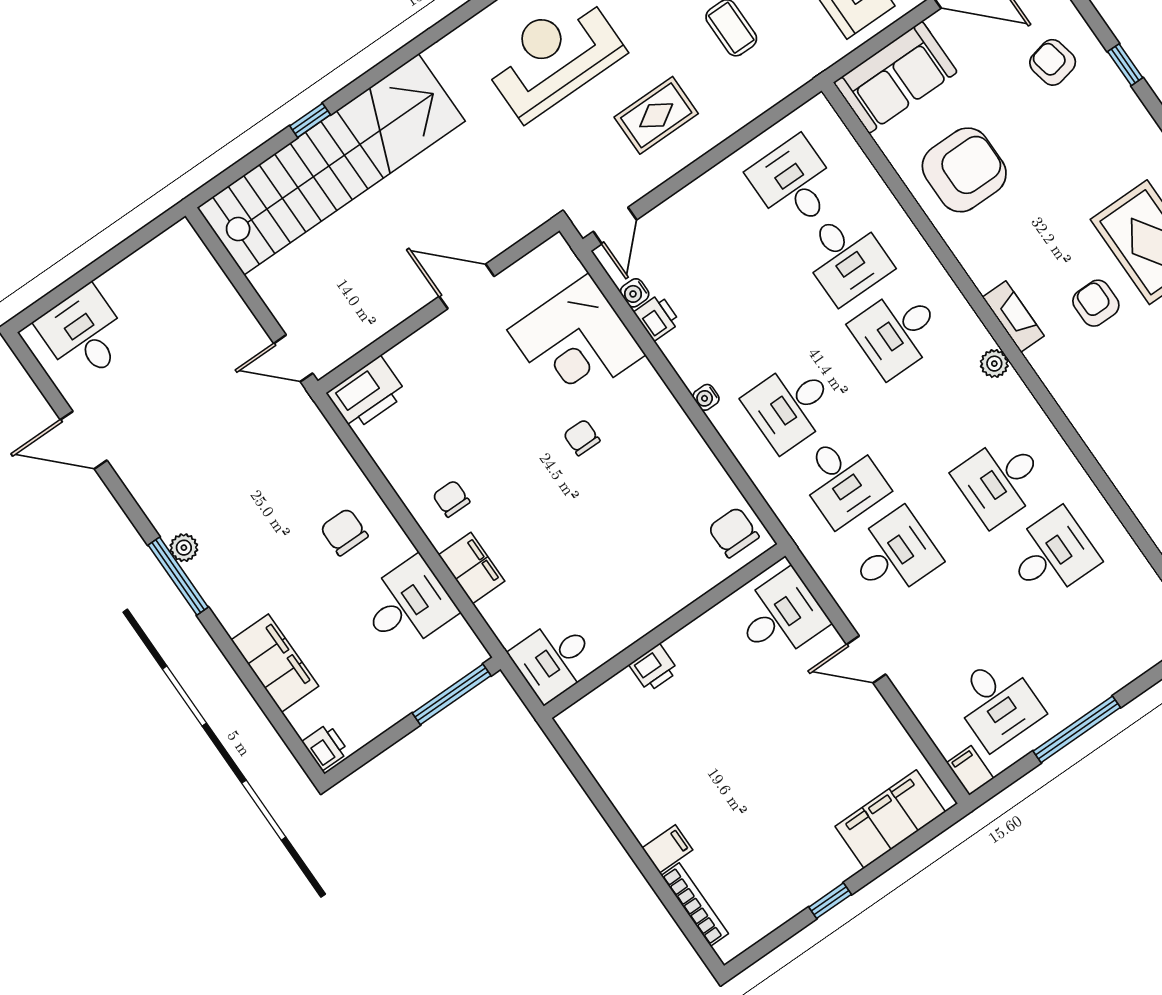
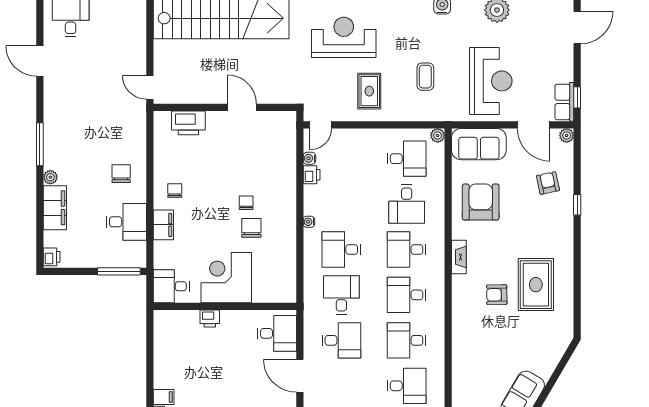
rug: (656, 115) -> (369, 91), turned 90
armchair: (964, 170) -> (481, 202), turned -90
desk: (794, 183) -> (407, 159), turned 90
armchair: (1096, 303) -> (497, 295), turned -91
fireplace: (1013, 317) -> (459, 257), moved
corner desk: (576, 342) -> (226, 278), moved, turned 90
plant: (994, 364) -> (438, 135), moved
printer: (367, 393) -> (188, 123), moved
desk: (949, 406) -> (407, 295), added
desk: (842, 480) -> (341, 295), turned 180
chair: (734, 532) -> (251, 228), moved
plant: (184, 548) -> (50, 177), moved
door: (866, 659) -> (300, 376), width x1.38

